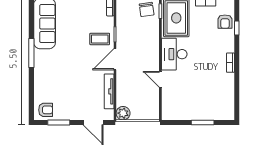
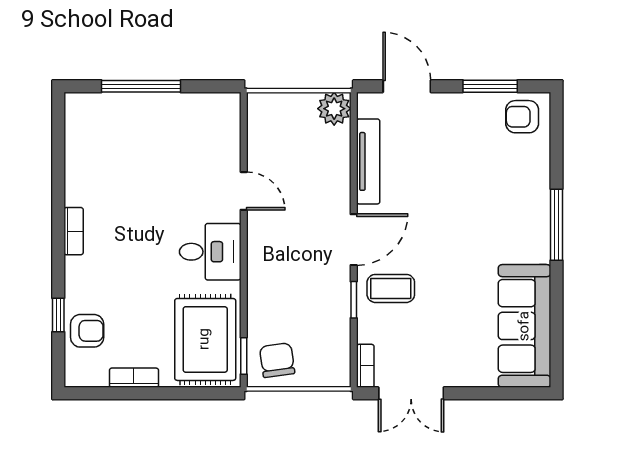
armchair: (225, 22) -> (87, 331), turned 90
window: (31, 53) -> (556, 225), moved
desk: (174, 54) -> (210, 252), width x0.73
window: (203, 122) -> (141, 86), width x1.44

